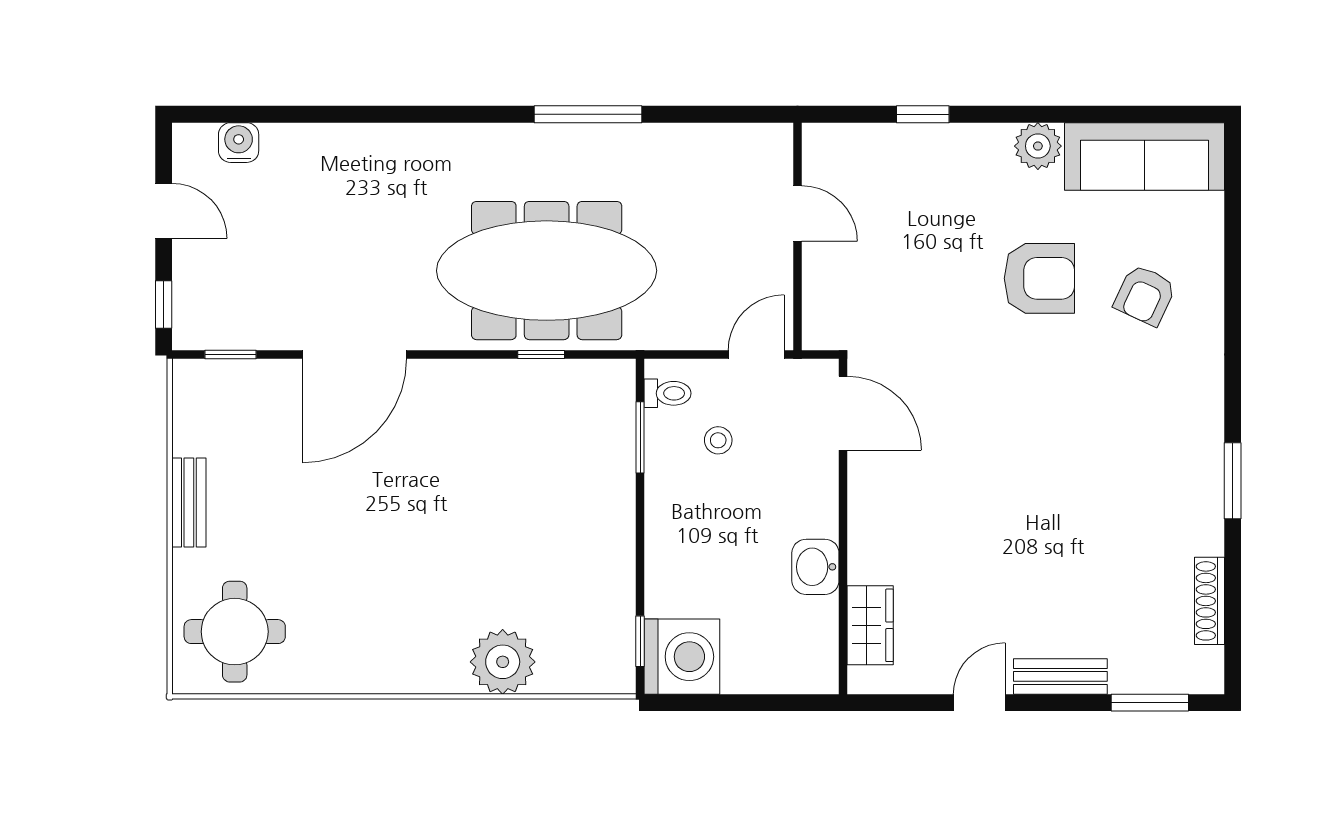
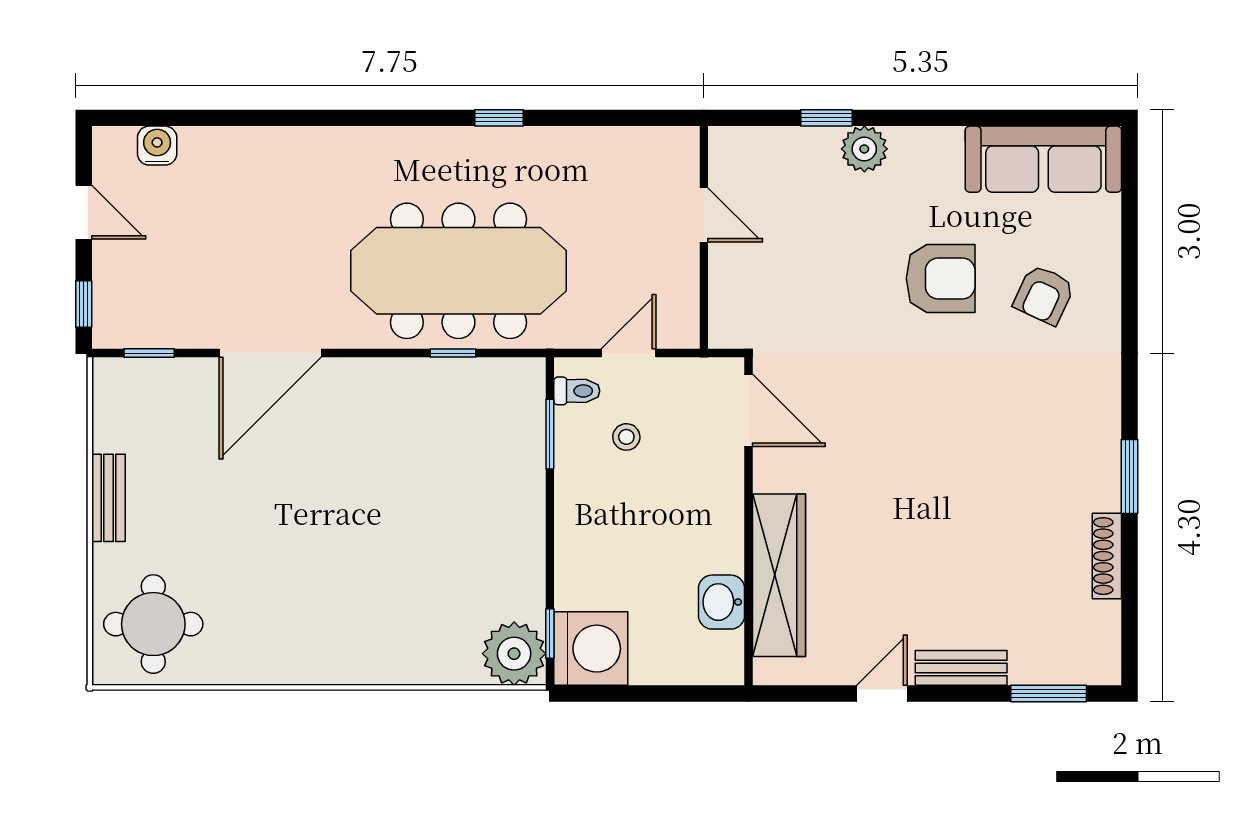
window: (588, 114) -> (499, 118), width x0.46
plant: (1038, 146) -> (864, 149), moved
door: (756, 355) -> (629, 353), moved
washbasin: (815, 567) -> (722, 602), moved
shoe rack: (1209, 601) -> (1107, 556), moved
wardrobe: (870, 625) -> (779, 575), width x2.10, depth x1.17
plant: (503, 662) -> (514, 654), moved

